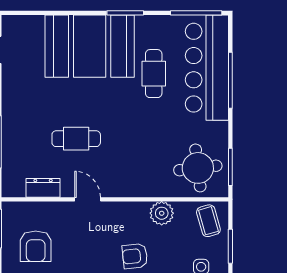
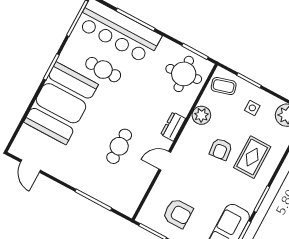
dresser: (43, 188) -> (173, 126), moved

